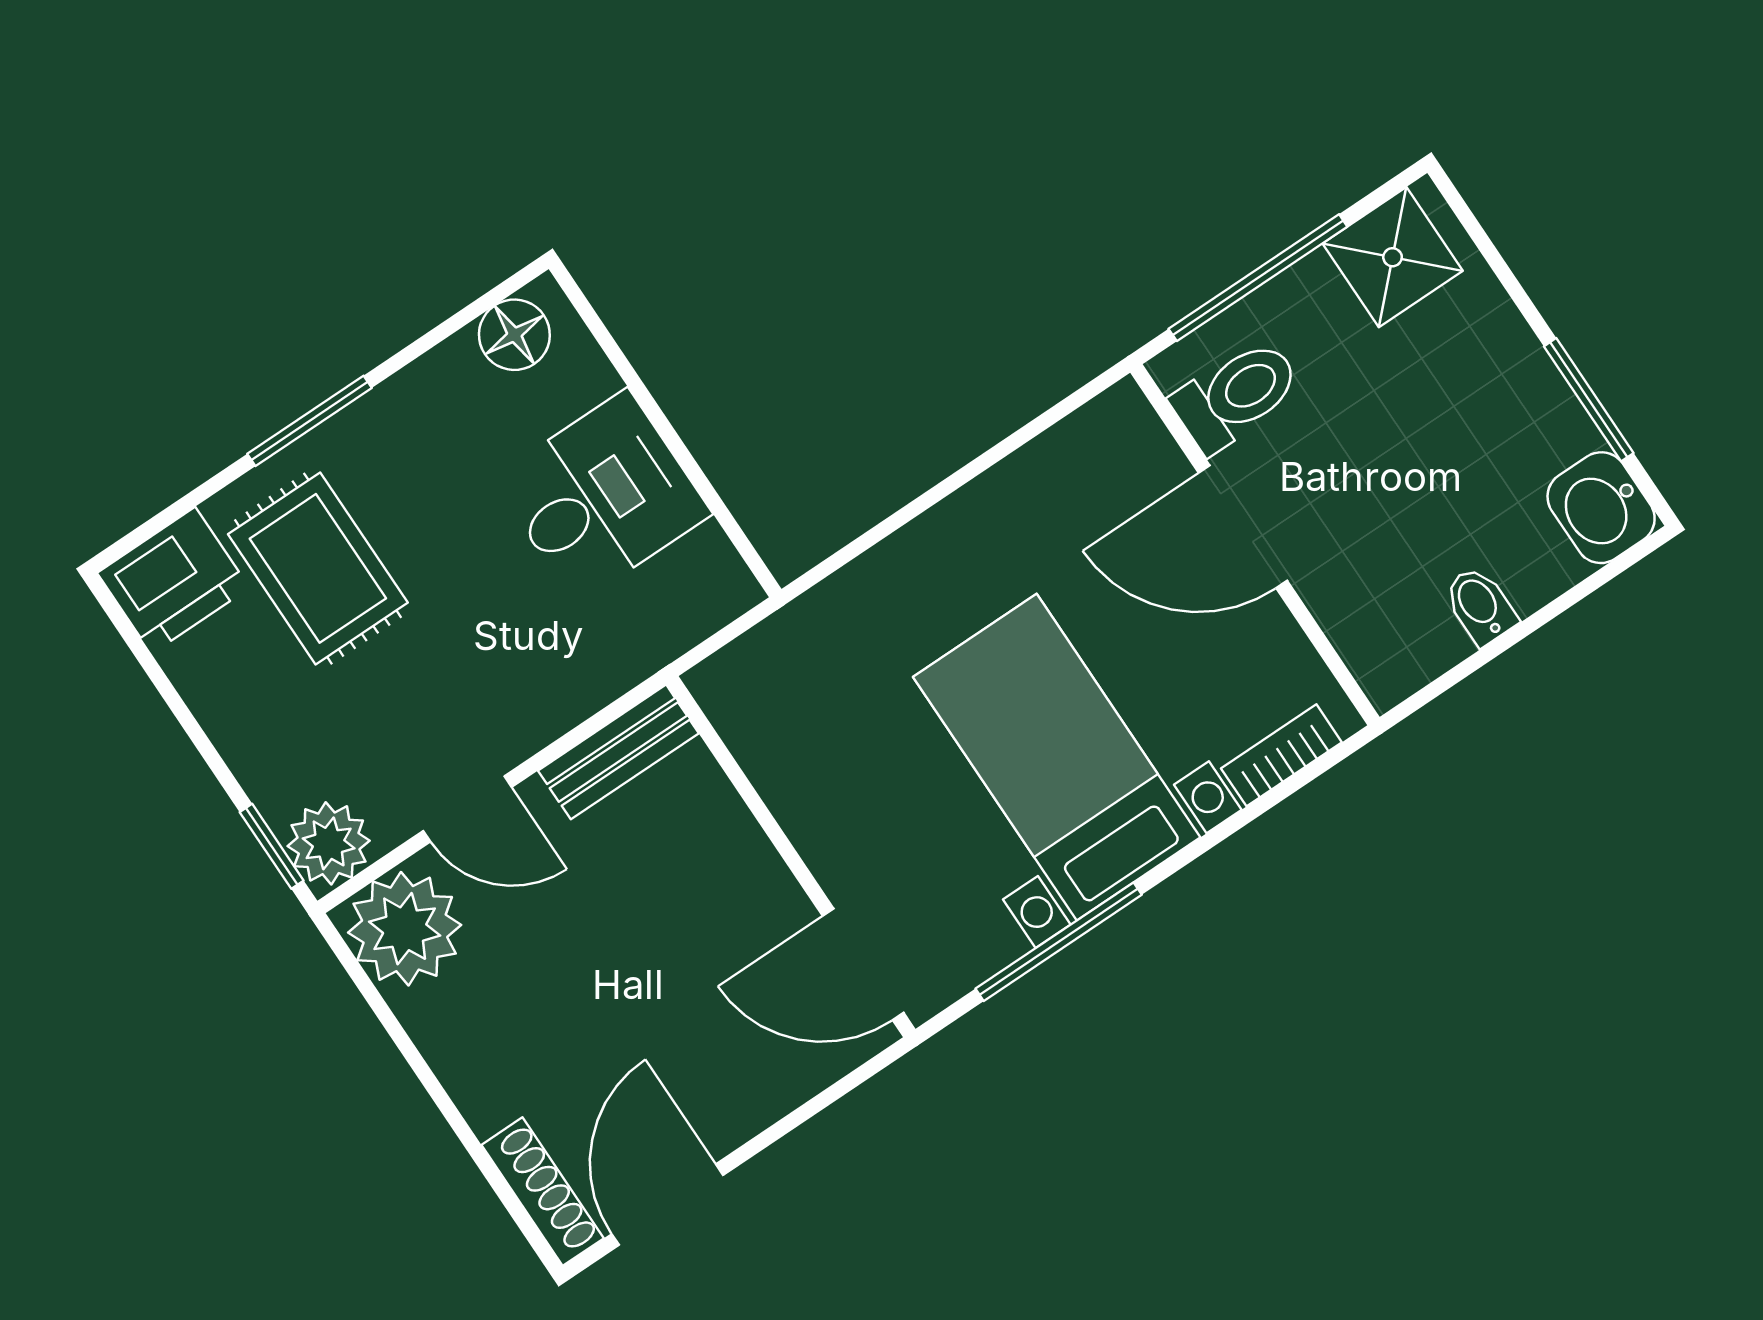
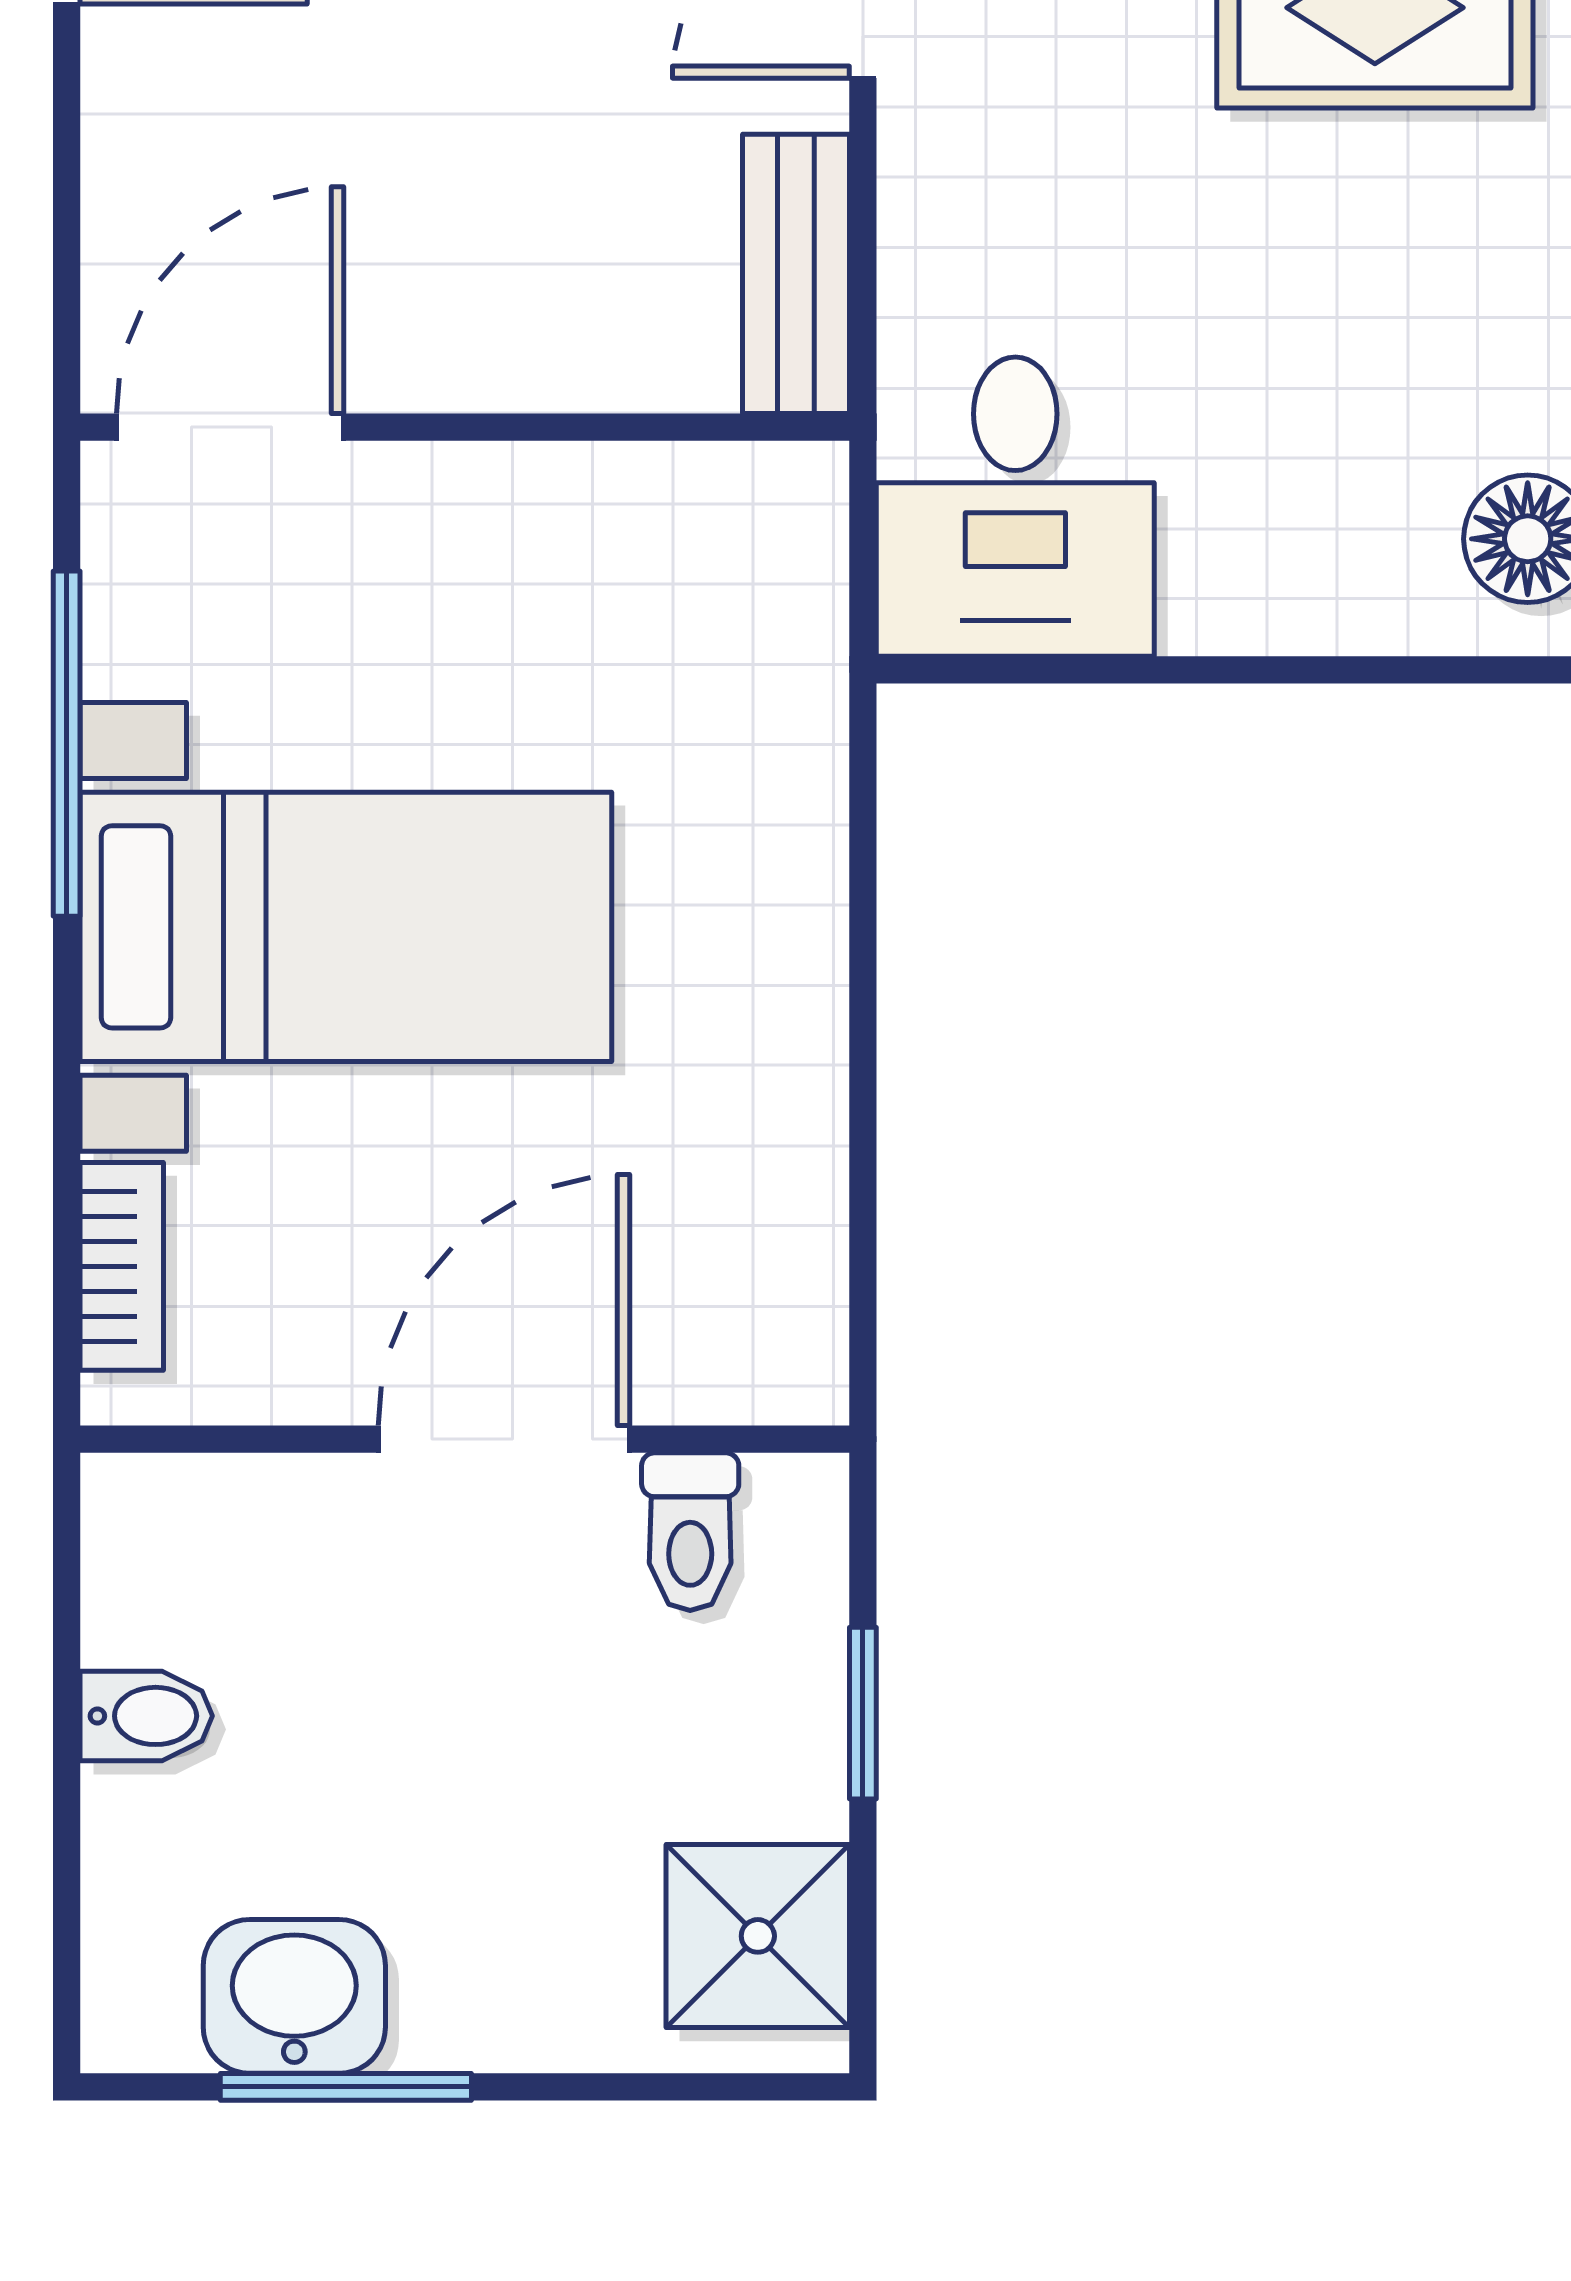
window: (1258, 278) -> (863, 1713), width x0.46
toilet: (1236, 395) -> (690, 1532), width x0.73, depth x0.72
desk: (602, 497) -> (1015, 507), moved
washbasin: (1601, 508) -> (294, 1996), moved

